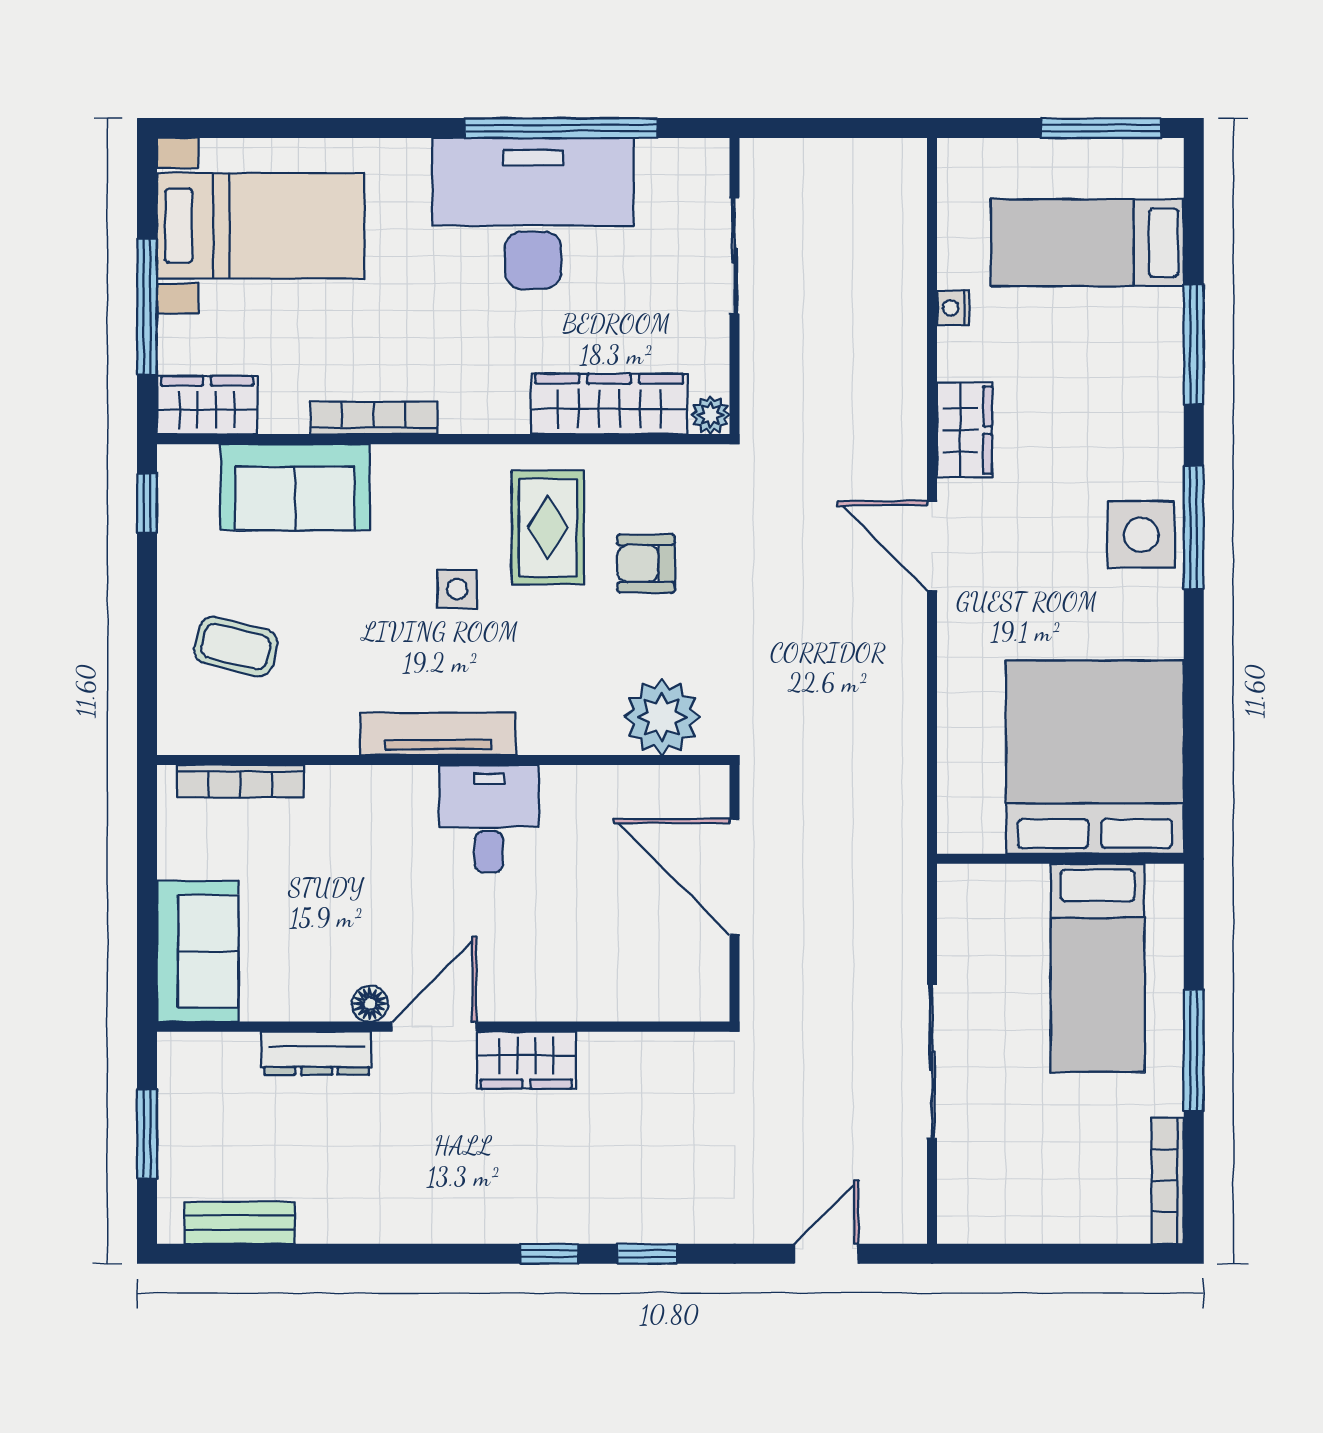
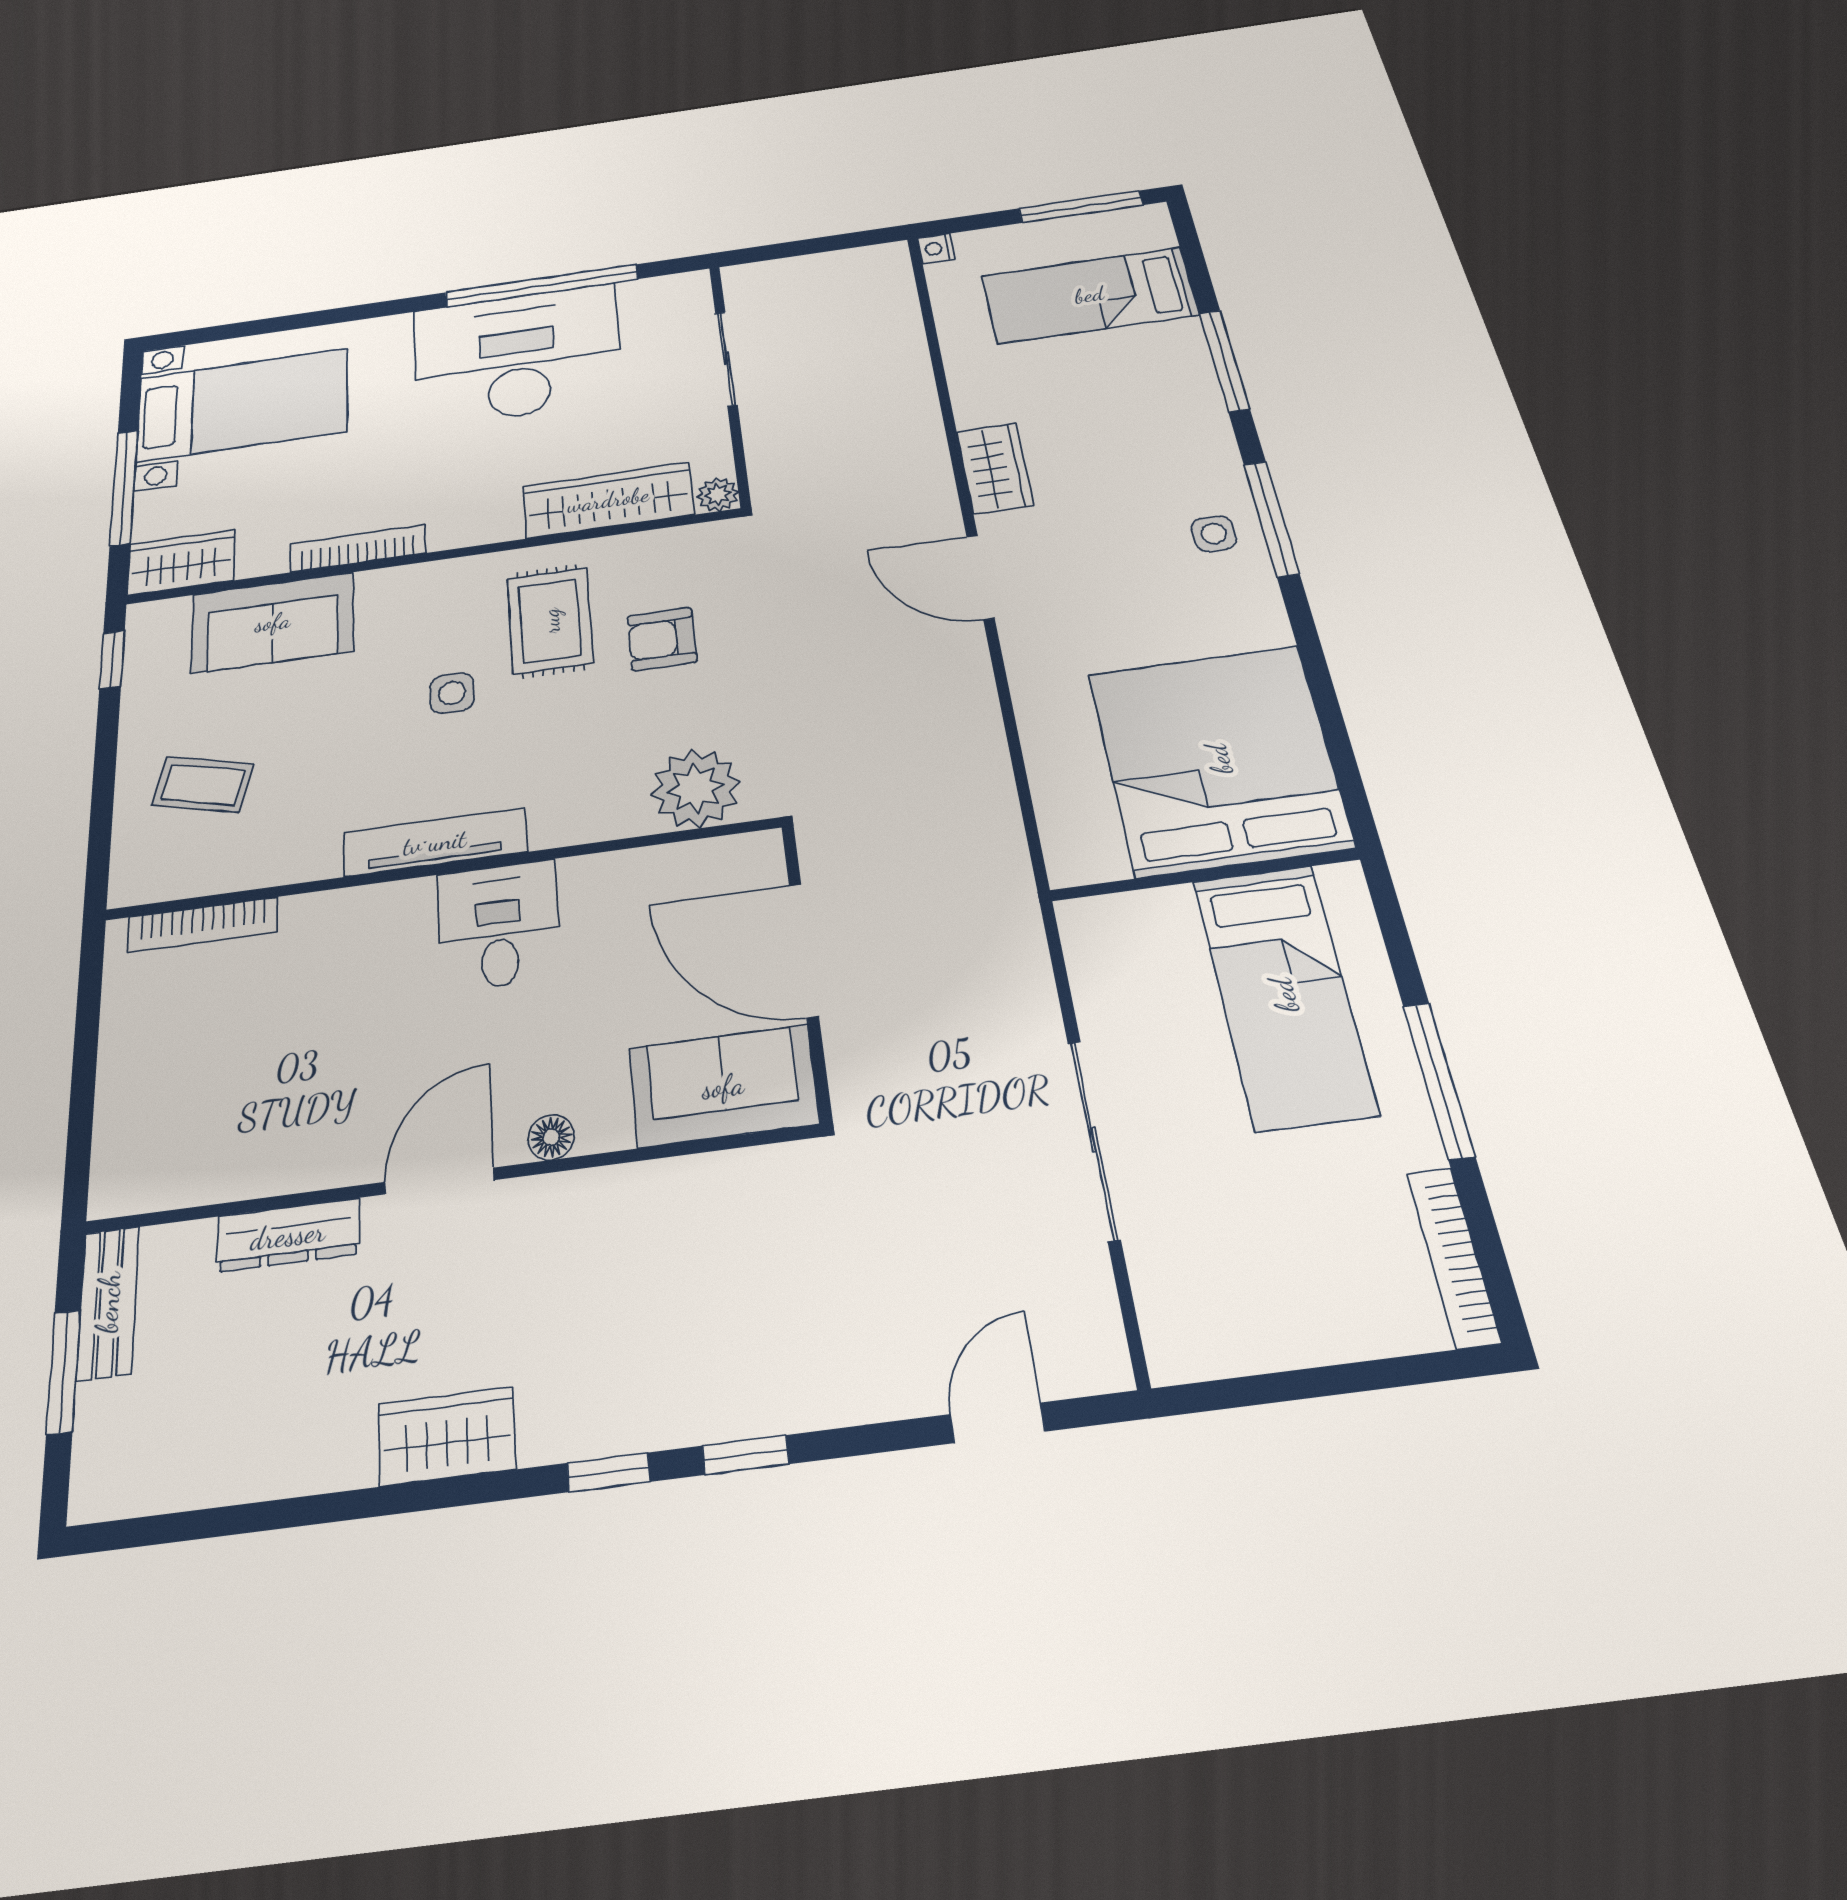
nightstand: (953, 308) -> (936, 249), moved
side table: (1141, 535) -> (1214, 534), width x0.54, depth x0.54
sofa: (198, 951) -> (723, 1086), moved, turned -90
floor lamp: (370, 1004) -> (551, 1137), moved
wardrobe: (526, 1060) -> (447, 1436), moved, turned 180
bench: (240, 1223) -> (108, 1303), moved, turned 90

